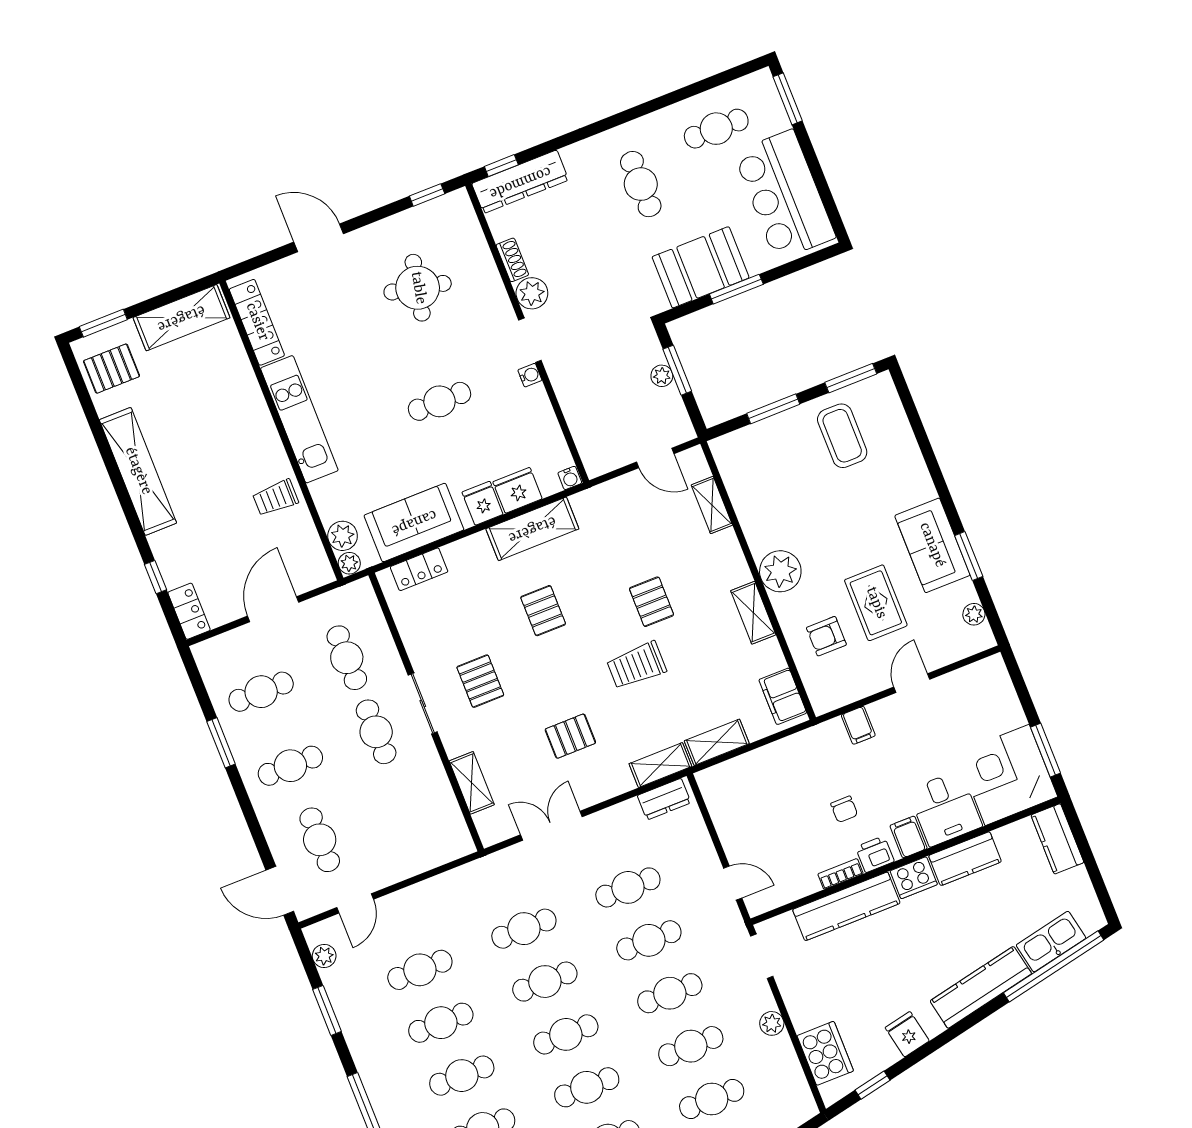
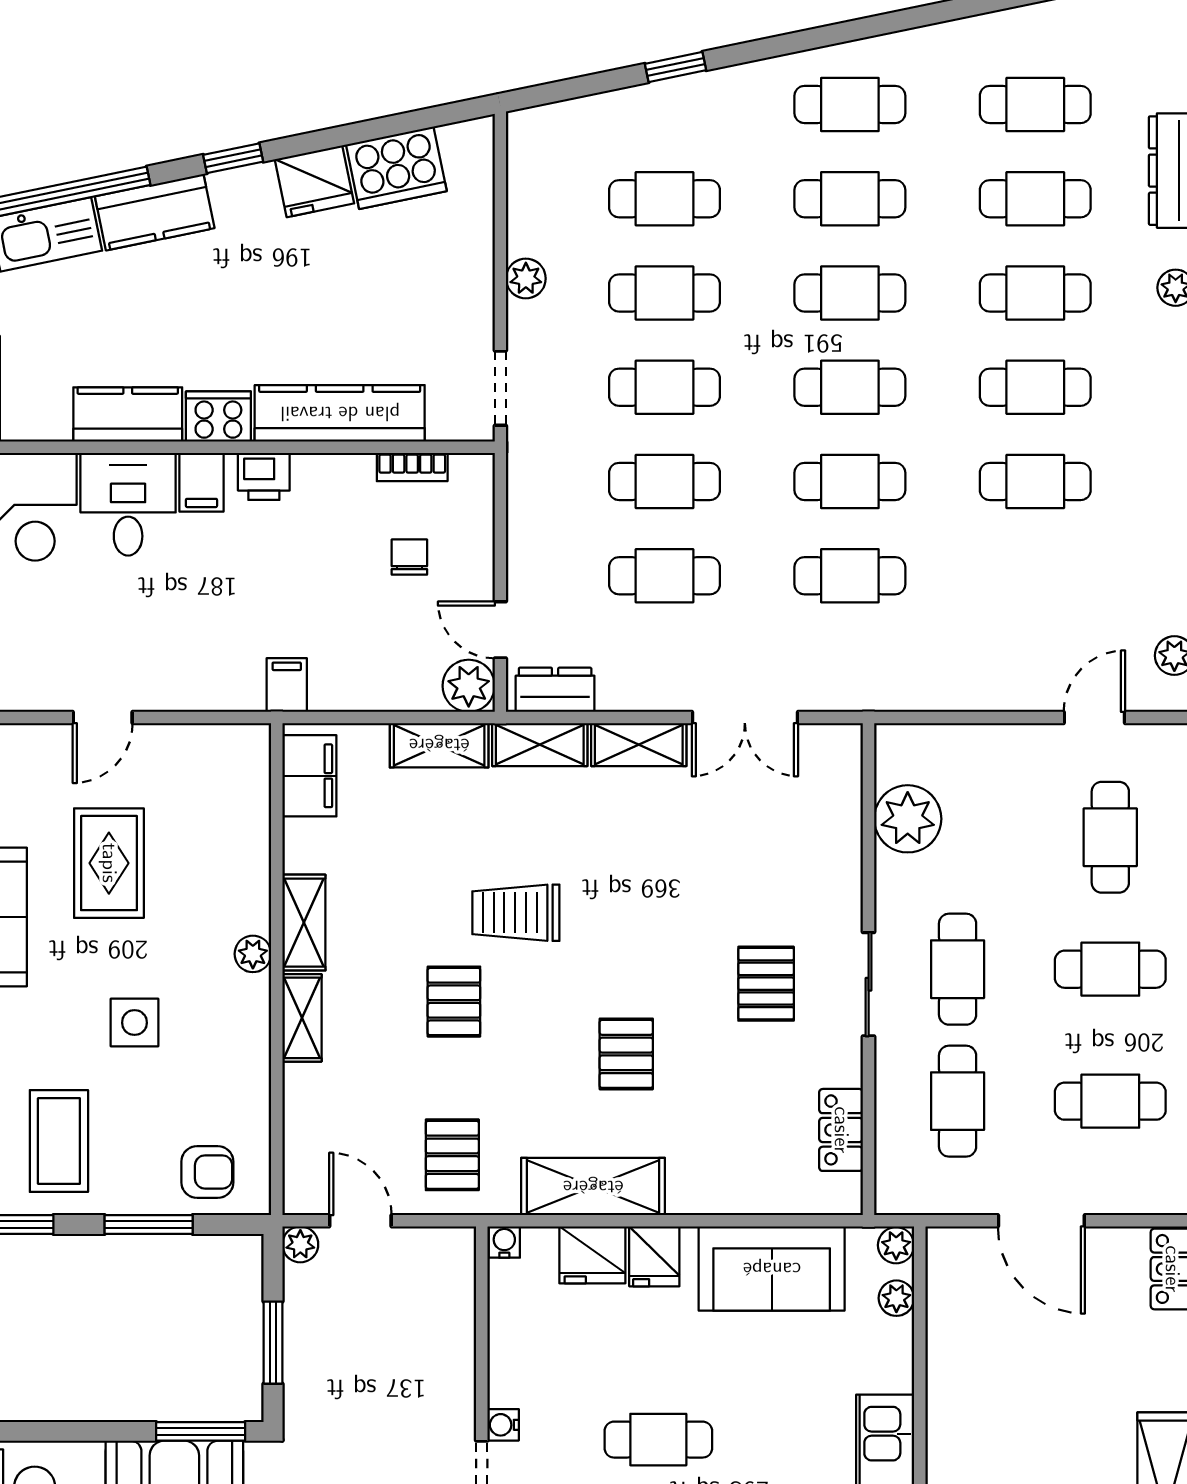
window: (736, 289) -> (201, 1431), moved
plant: (662, 376) -> (300, 1244), moved
trolley: (275, 498) -> (970, 1391), removed
shelving: (712, 505) -> (302, 1018), moved
side table: (826, 519) -> (134, 1023), added
plant: (343, 536) -> (896, 1298), width x0.73, depth x0.73
locker: (419, 569) -> (841, 1130), moved, turned -90
plant: (780, 571) -> (253, 954), width x0.53, depth x0.53
door: (273, 609) -> (1041, 1221), hinge flipped
armchair: (826, 636) -> (207, 1172), moved
trolley: (636, 665) -> (516, 913), turned 180
filing cabinet: (858, 725) -> (287, 685), moved
pallet: (570, 736) -> (452, 1155), moved, turned 90
plant: (713, 782) -> (469, 686), added
shelving: (472, 783) -> (639, 745), moved, turned 90
plant: (437, 805) -> (908, 819), added
chair: (844, 809) -> (409, 557), moved
bookcase: (840, 874) -> (412, 467), moved
door: (733, 883) -> (500, 630), moved
cafe table: (420, 970) -> (1035, 576), removed
kitchen counter: (981, 987) -> (155, 212), width x0.67
fridge: (907, 1034) -> (314, 181), width x1.38
cooker: (825, 1053) -> (396, 168), moved, turned -102
window: (873, 1085) -> (233, 158), moved

